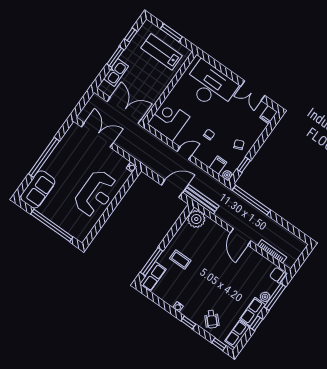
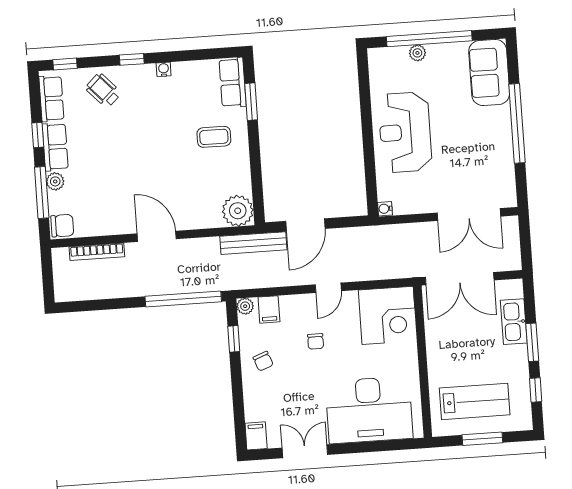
plant: (62, 223) -> (417, 53), added
window: (152, 262) -> (251, 102), width x0.69

